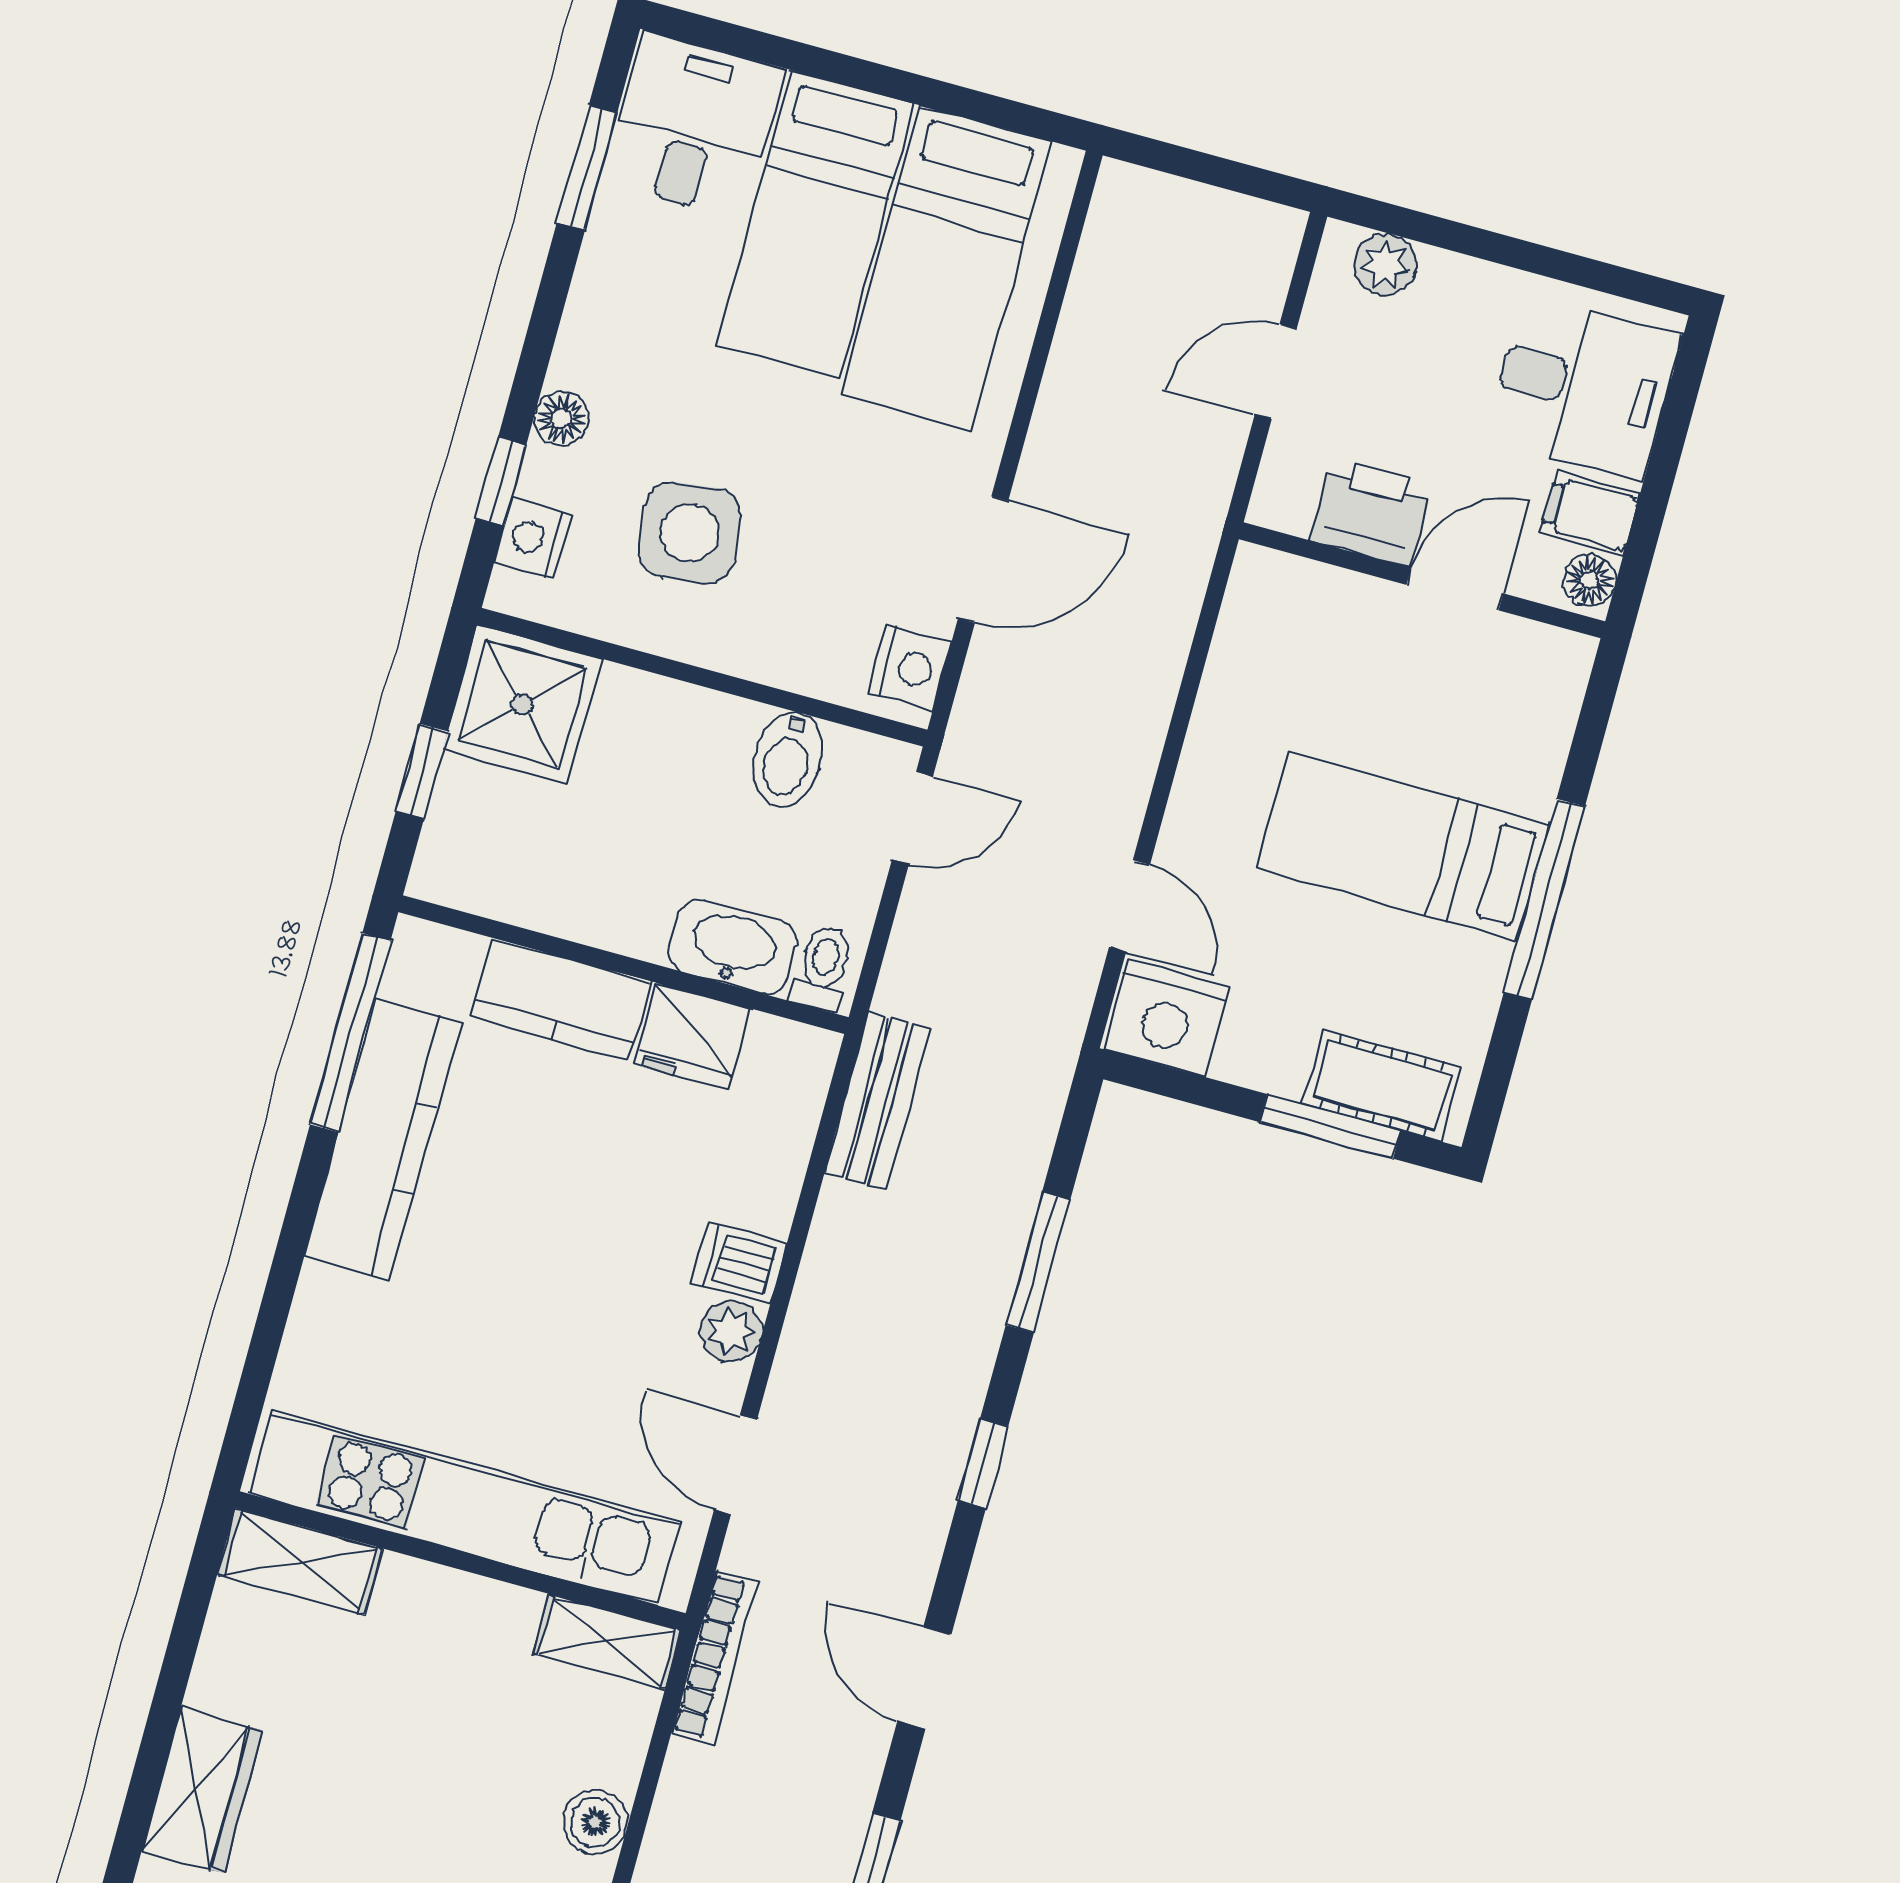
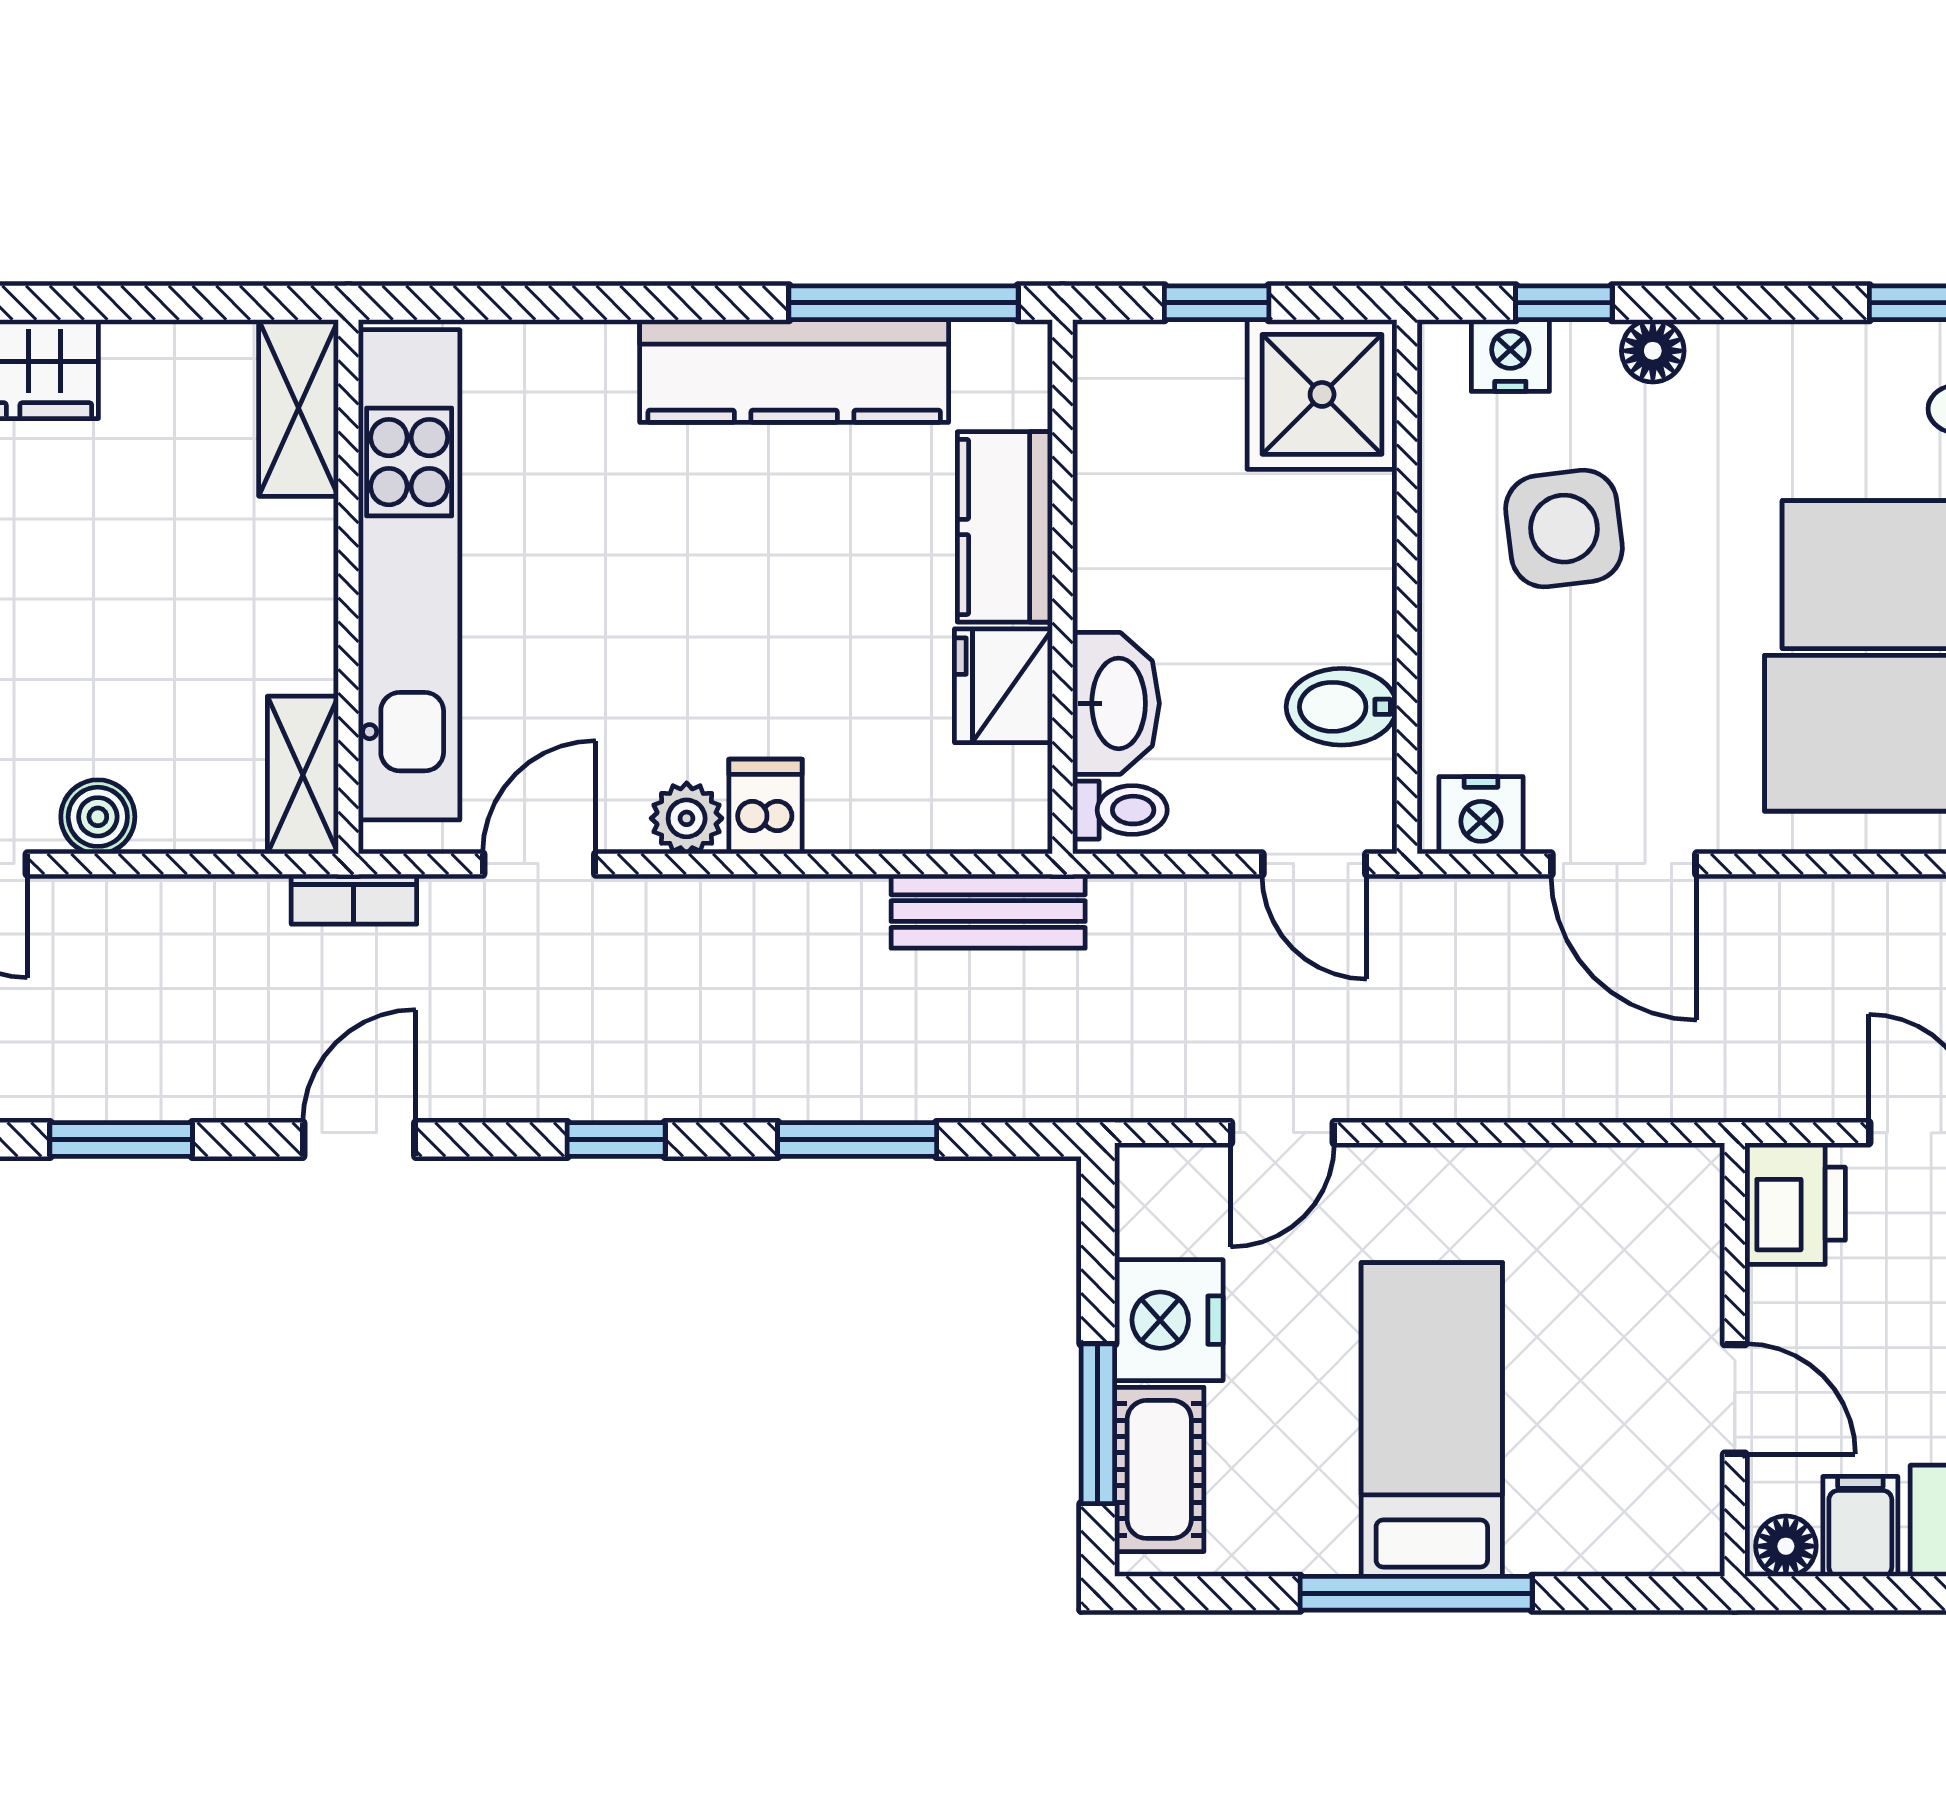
printer: (1371, 512) -> (1795, 1204), moved
nightstand: (1166, 1018) -> (1169, 1320), moved
bookcase: (714, 1657) -> (354, 899), width x0.64

